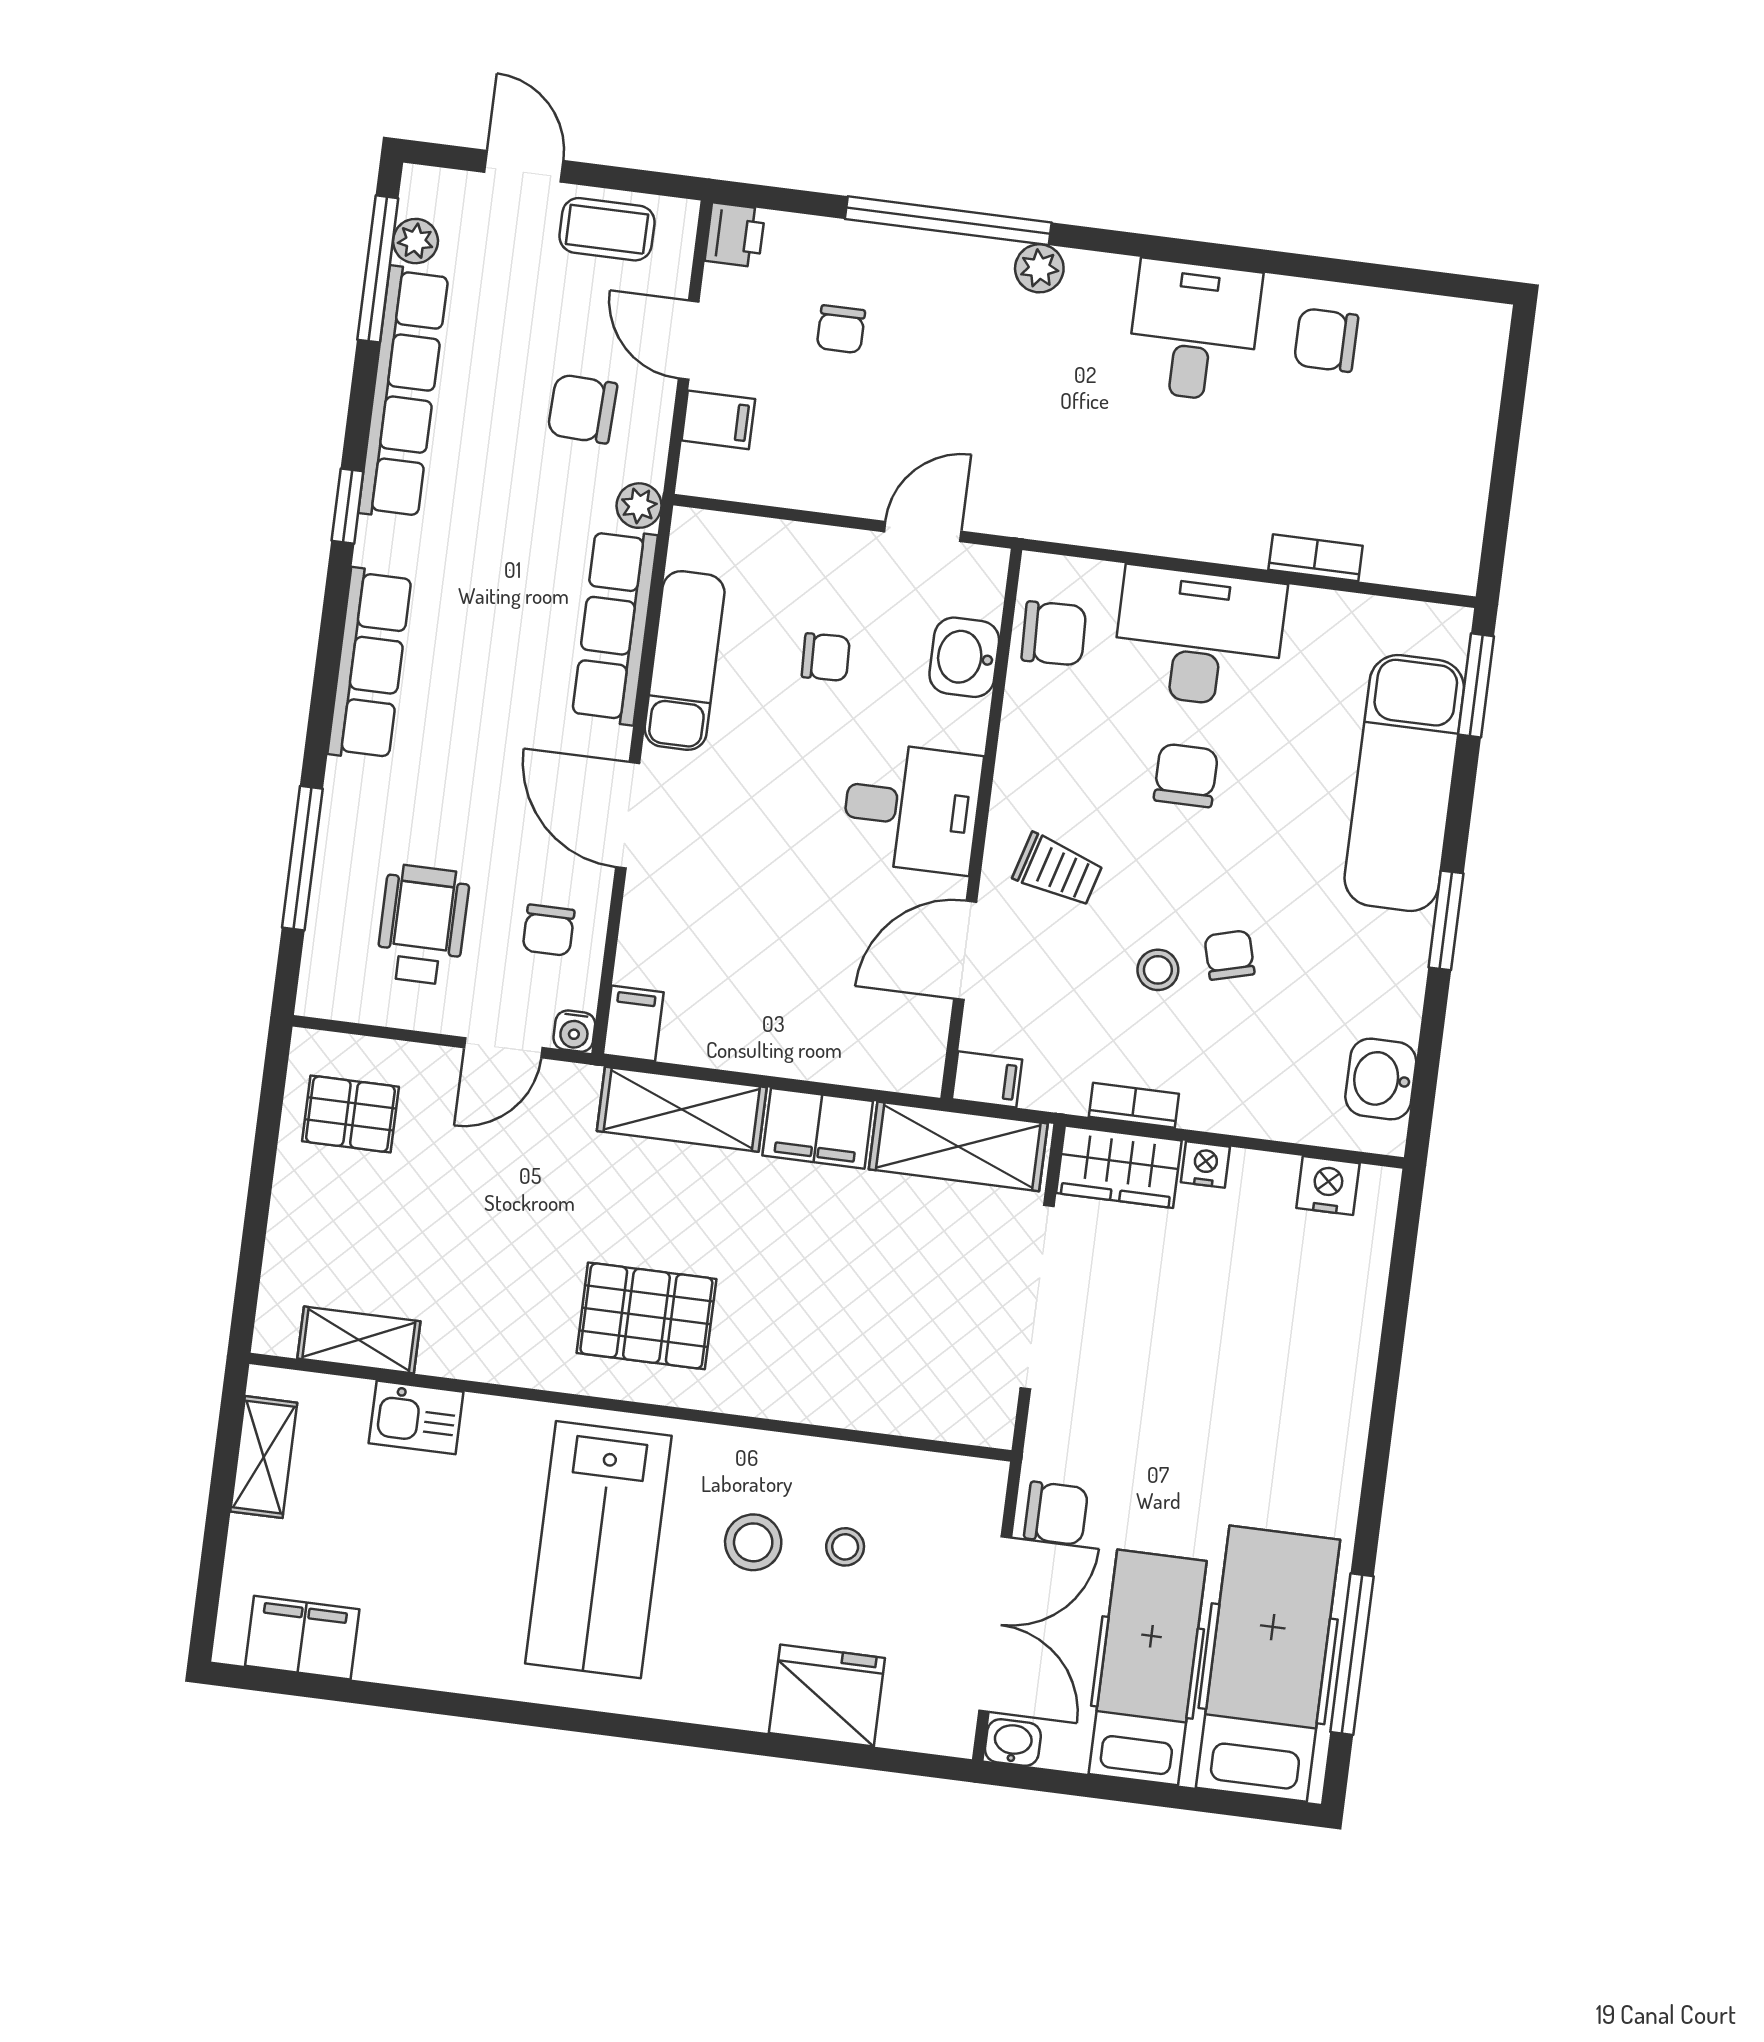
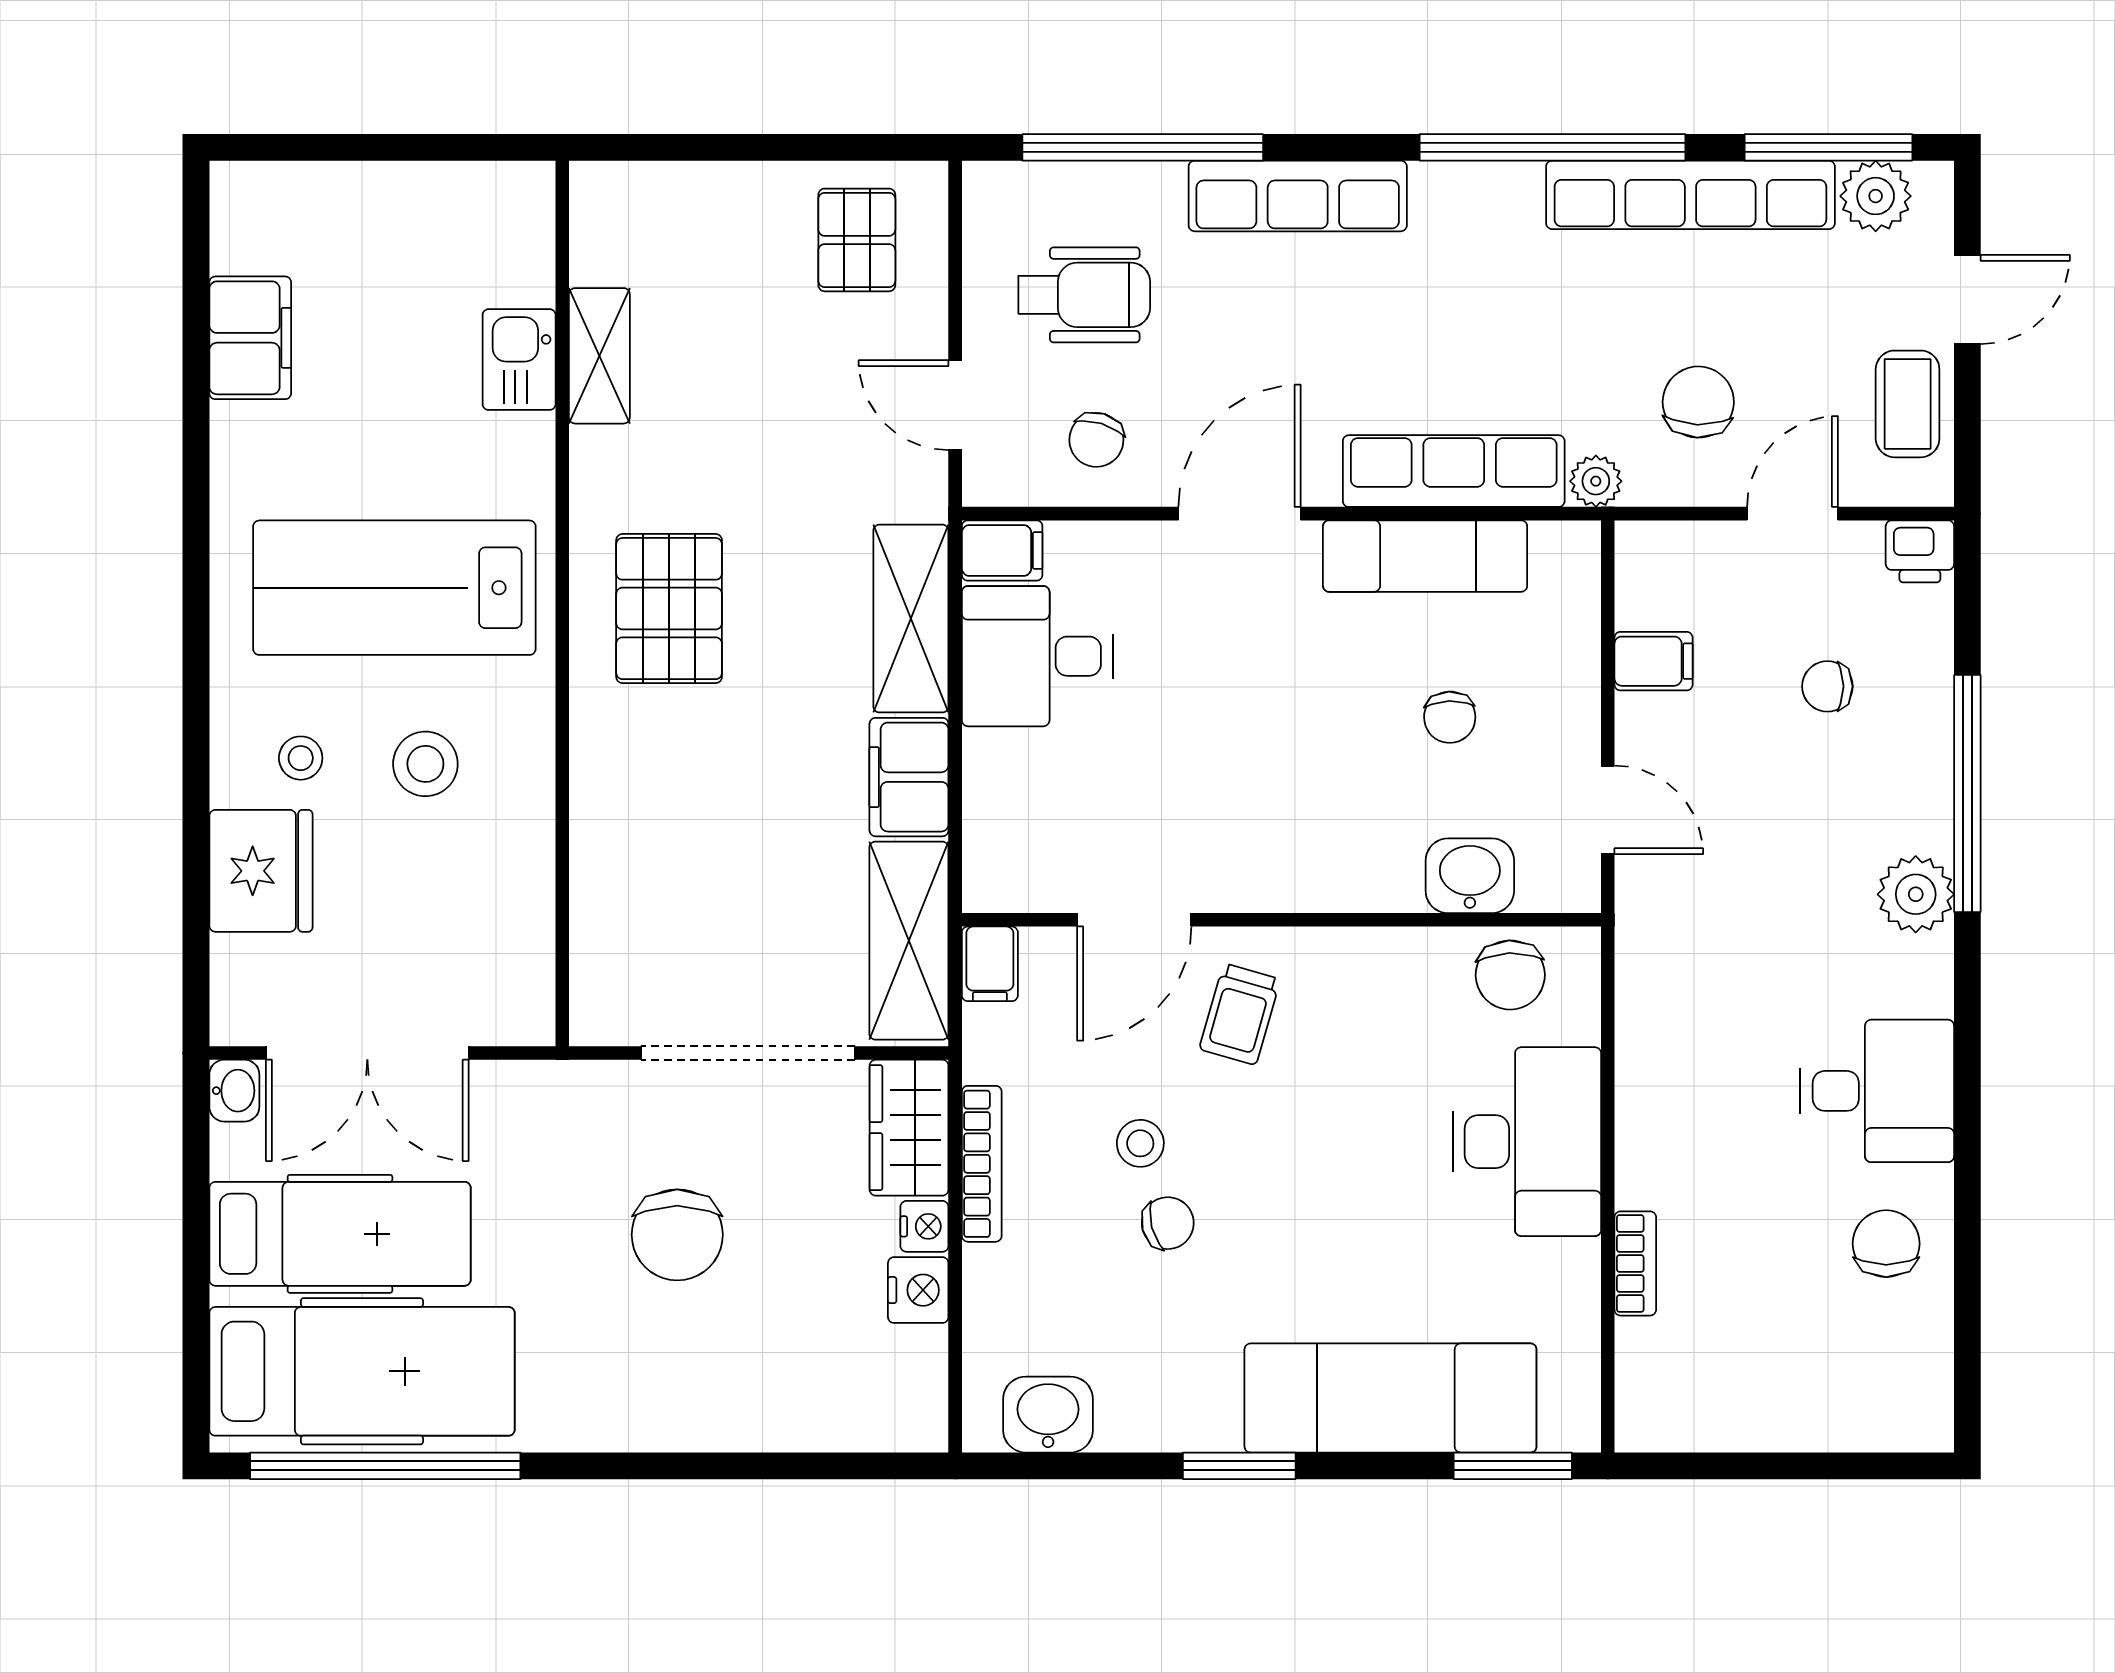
plant: (415, 241) -> (1876, 196), width x1.38, depth x1.38
plant: (1039, 268) -> (1916, 894), width x1.38, depth x1.38
filing cabinet: (718, 420) -> (1654, 661), moved, turned -90
window: (347, 506) -> (1552, 147), width x3.17
row of seats: (370, 664) -> (1298, 196), moved
chair: (1186, 775) -> (1367, 1147), removed
desk: (912, 808) -> (1037, 656), moved, turned 90
window: (302, 858) -> (1143, 147), width x1.46
chair: (549, 930) -> (1096, 440), turned -73
door: (965, 950) -> (1134, 920), swing flipped
water cooler: (574, 1031) -> (985, 484), removed
bookcase: (1134, 1105) -> (982, 1164), width x1.56
nightstand: (1328, 1186) -> (918, 1290), moved
shelving: (359, 1340) -> (599, 356), moved
shelving: (264, 1457) -> (451, 191), removed
chair: (1056, 1513) -> (677, 1235), moved, width x1.37, depth x1.37
stool: (845, 1547) -> (301, 758), moved
filing cabinet: (302, 1638) -> (250, 338), moved
window: (1352, 1654) -> (385, 1466), width x1.46

